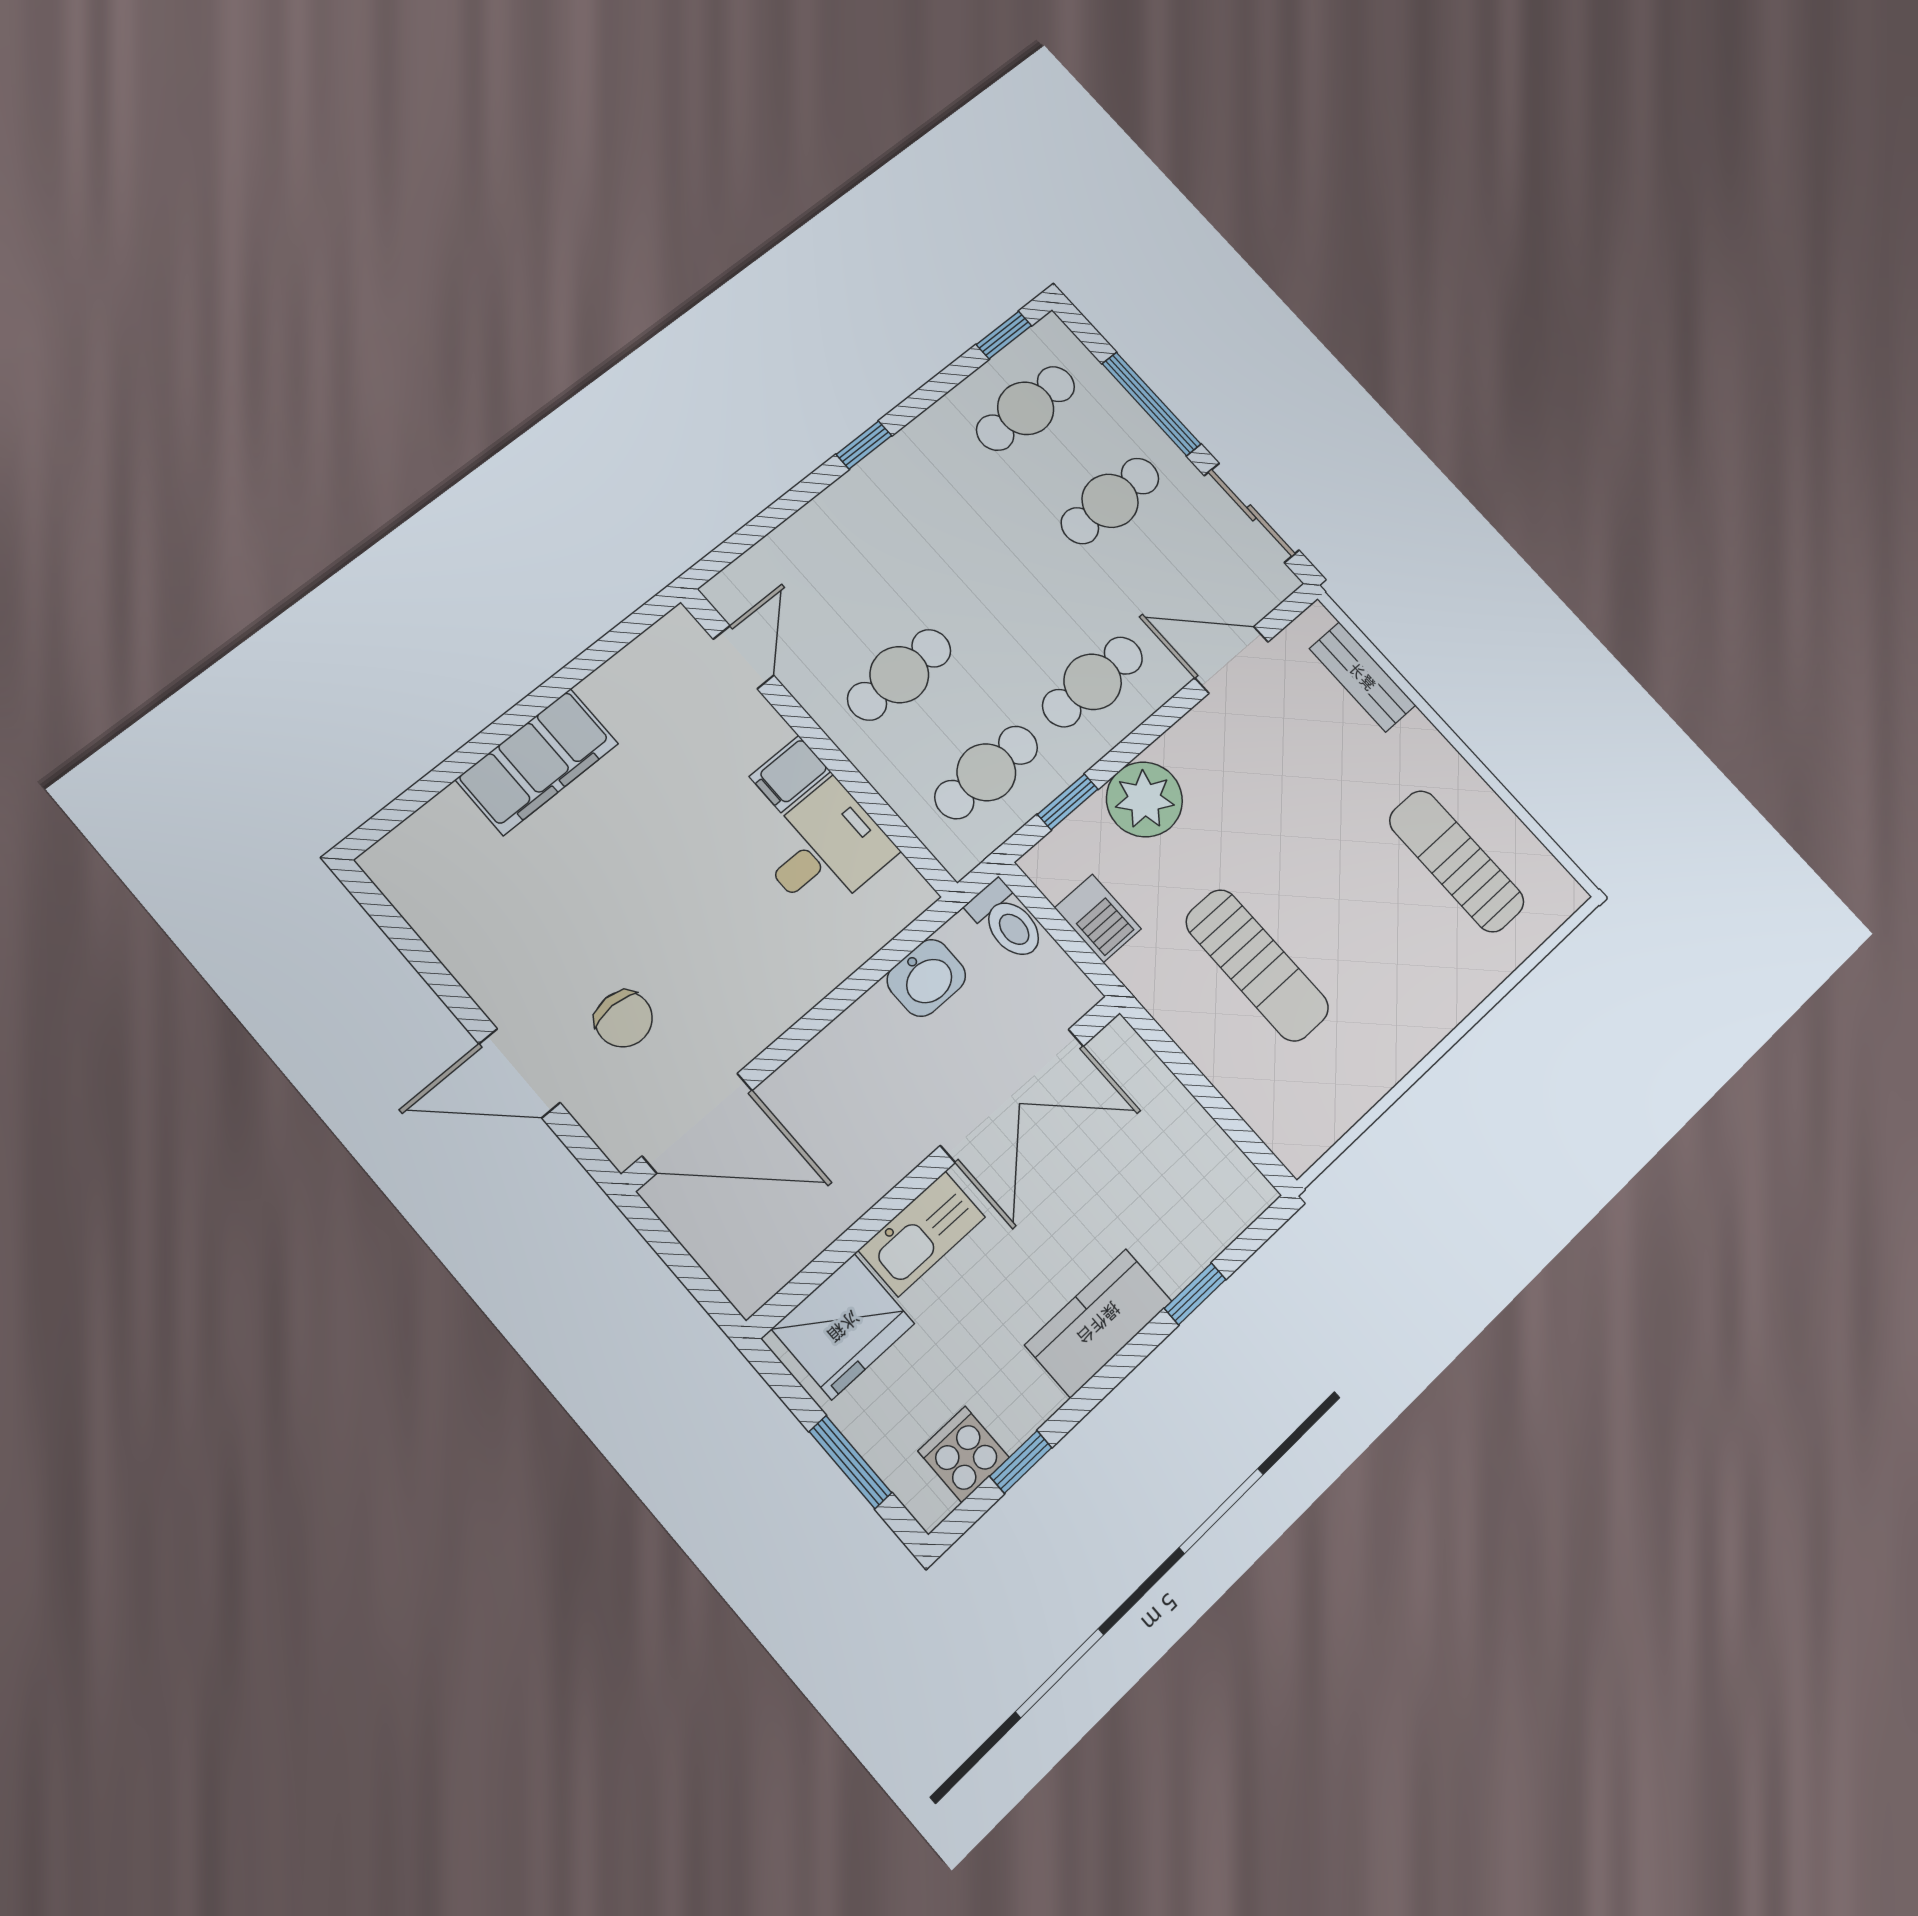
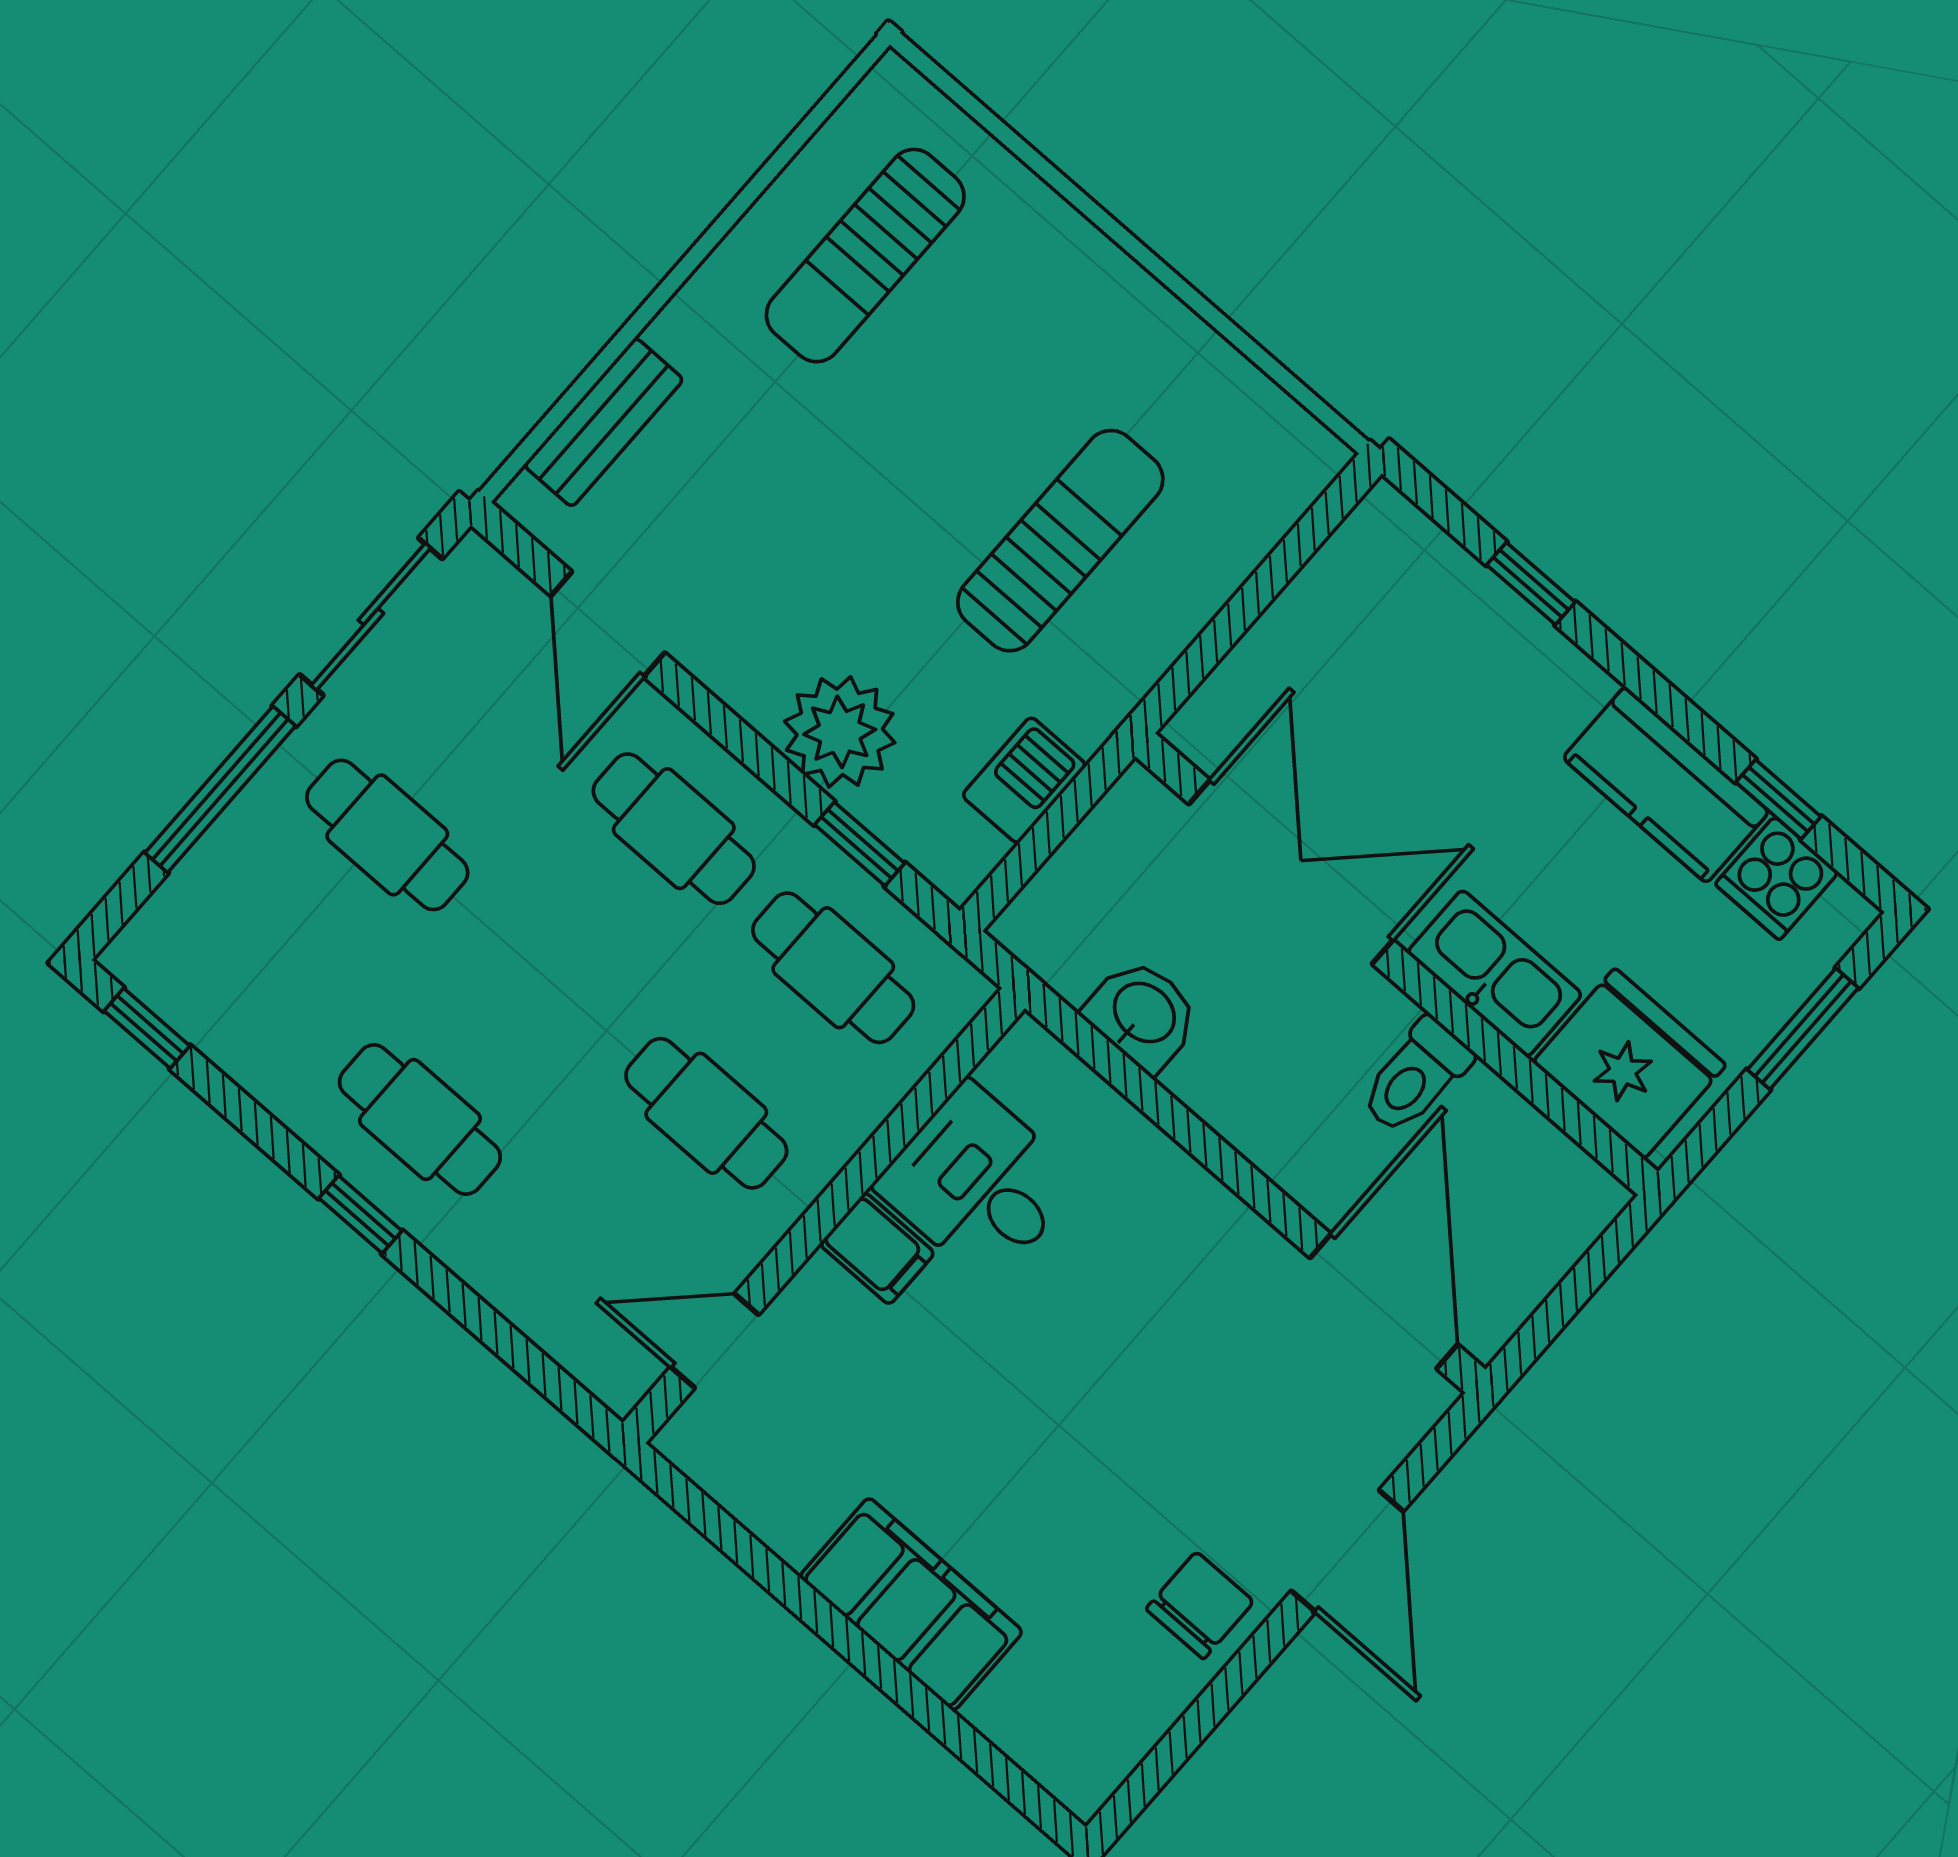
cafe table: (1026, 408) -> (420, 1120), moved
toilet: (1007, 921) -> (1416, 1076), moved, turned 180
chair: (624, 1019) -> (1200, 1605), moved
kitchen counter: (1098, 1323) -> (1666, 785), moved

